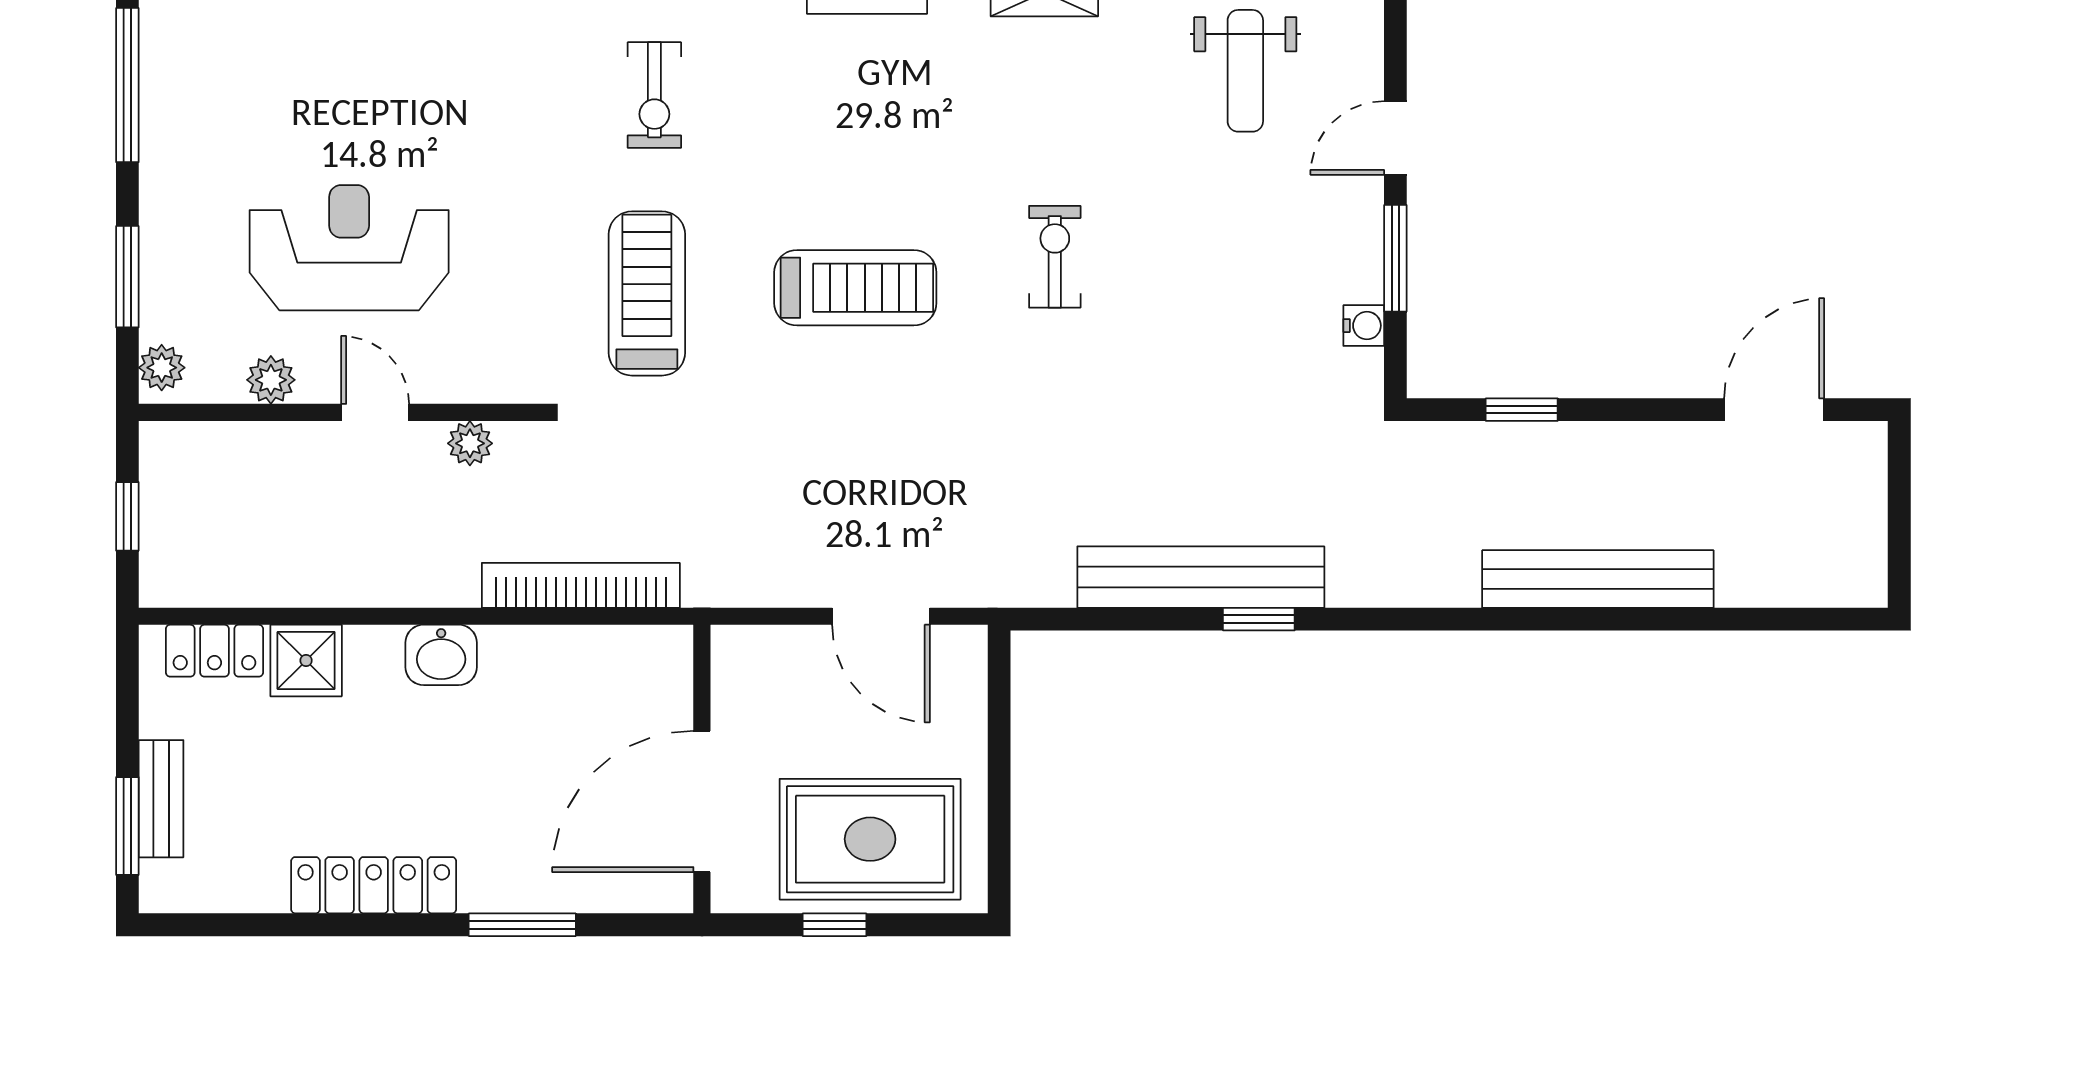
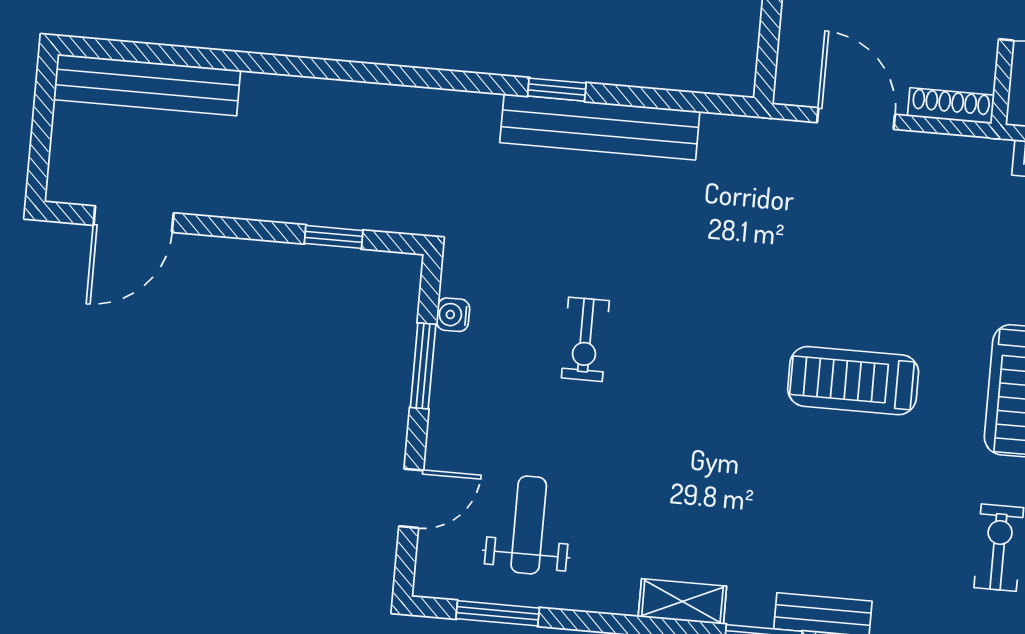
door: (1395, 138) -> (411, 498), moved
exercise bike: (1055, 257) -> (585, 339), moved
bench: (1598, 579) -> (147, 85), moved
shoe rack: (764, 643) -> (951, 106), added

